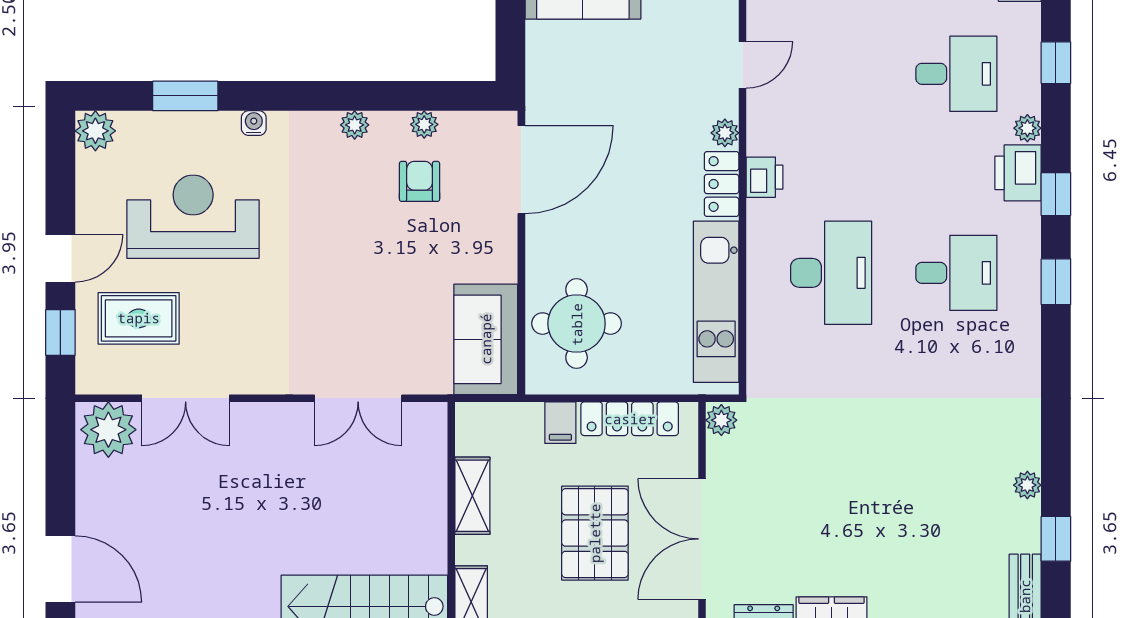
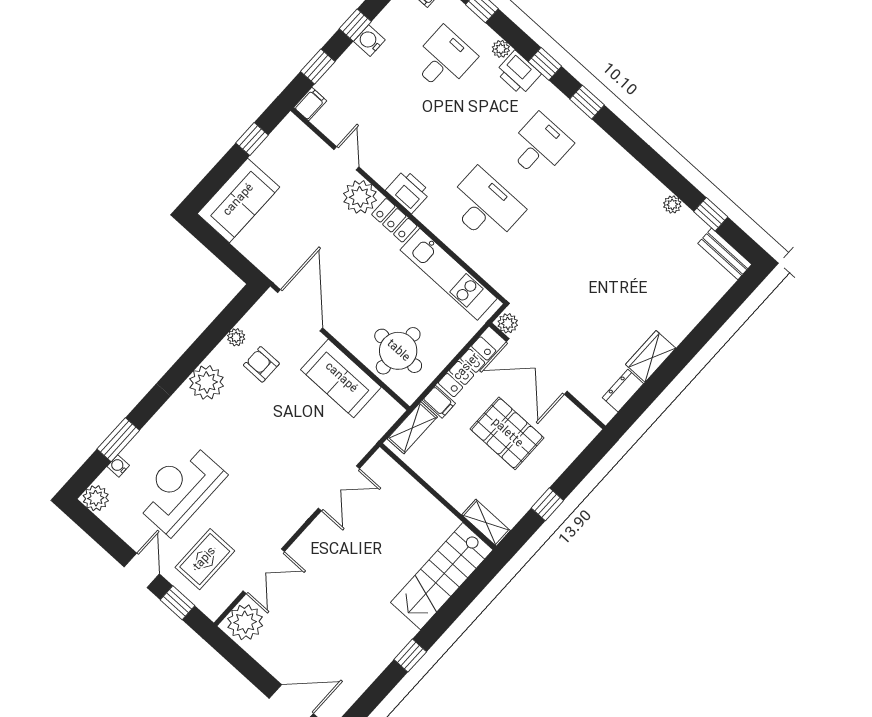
water cooler: (254, 123) -> (118, 466), moved
plant: (355, 125) -> (207, 382), width x1.87, depth x1.87
plant: (725, 133) -> (360, 197), width x1.87, depth x1.87
printer: (765, 177) -> (408, 191), width x1.36, depth x1.24
sofa: (486, 339) -> (341, 378), moved
shelving: (472, 496) -> (412, 428), moved, turned 90
double door: (702, 539) -> (537, 366), moved

